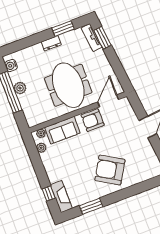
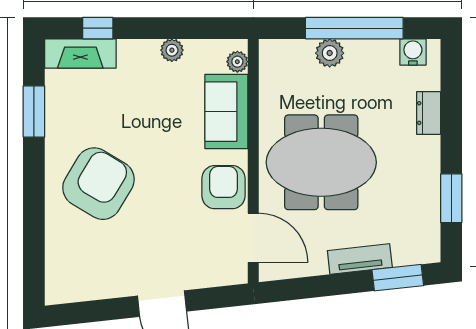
tv unit: (91, 38) -> (360, 259), moved
dresser: (51, 43) -> (429, 113), moved
plant: (20, 88) -> (330, 53), moved
plant: (41, 148) -> (172, 50), moved

